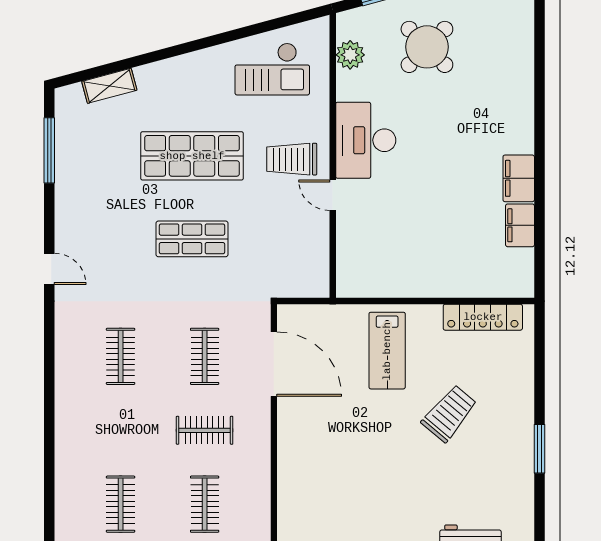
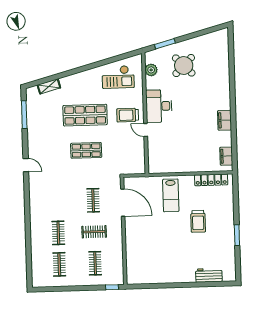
filing cabinet: (520, 225) -> (226, 156), moved
clothes rail: (121, 356) -> (58, 233), moved
trolley: (449, 413) -> (198, 221), turned 140

